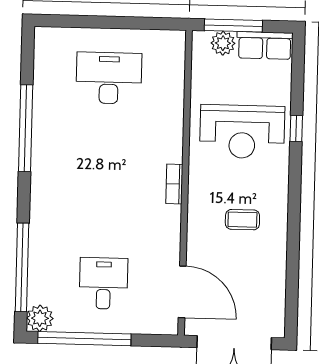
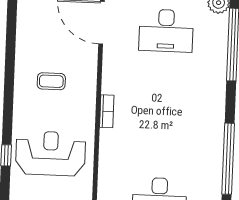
desk: (103, 283) -> (166, 31), width x1.37

